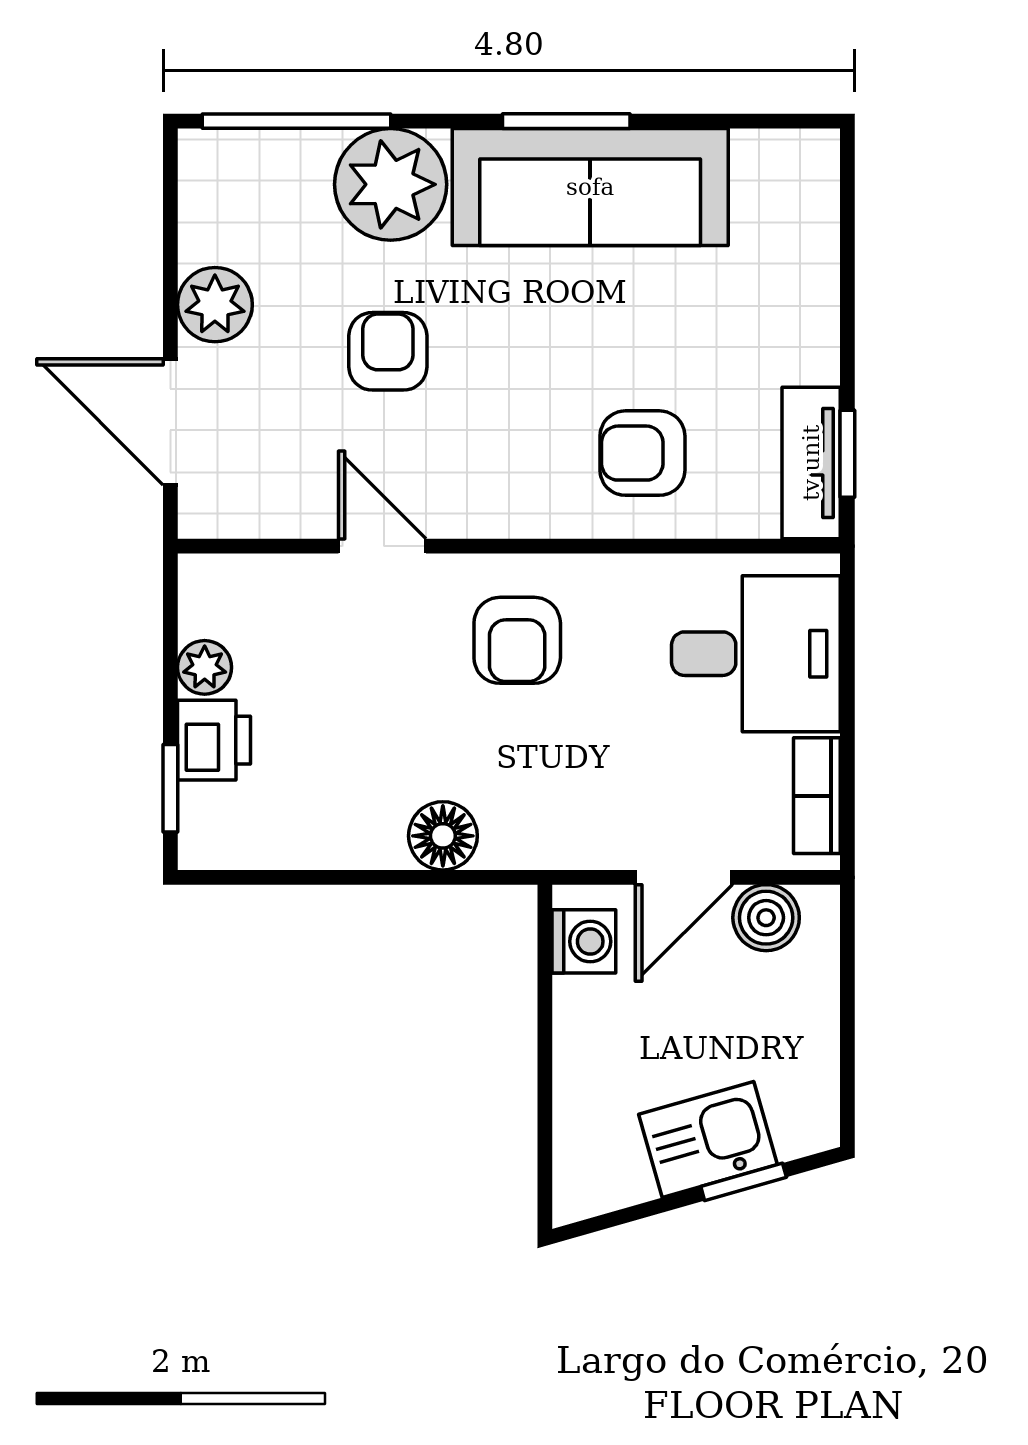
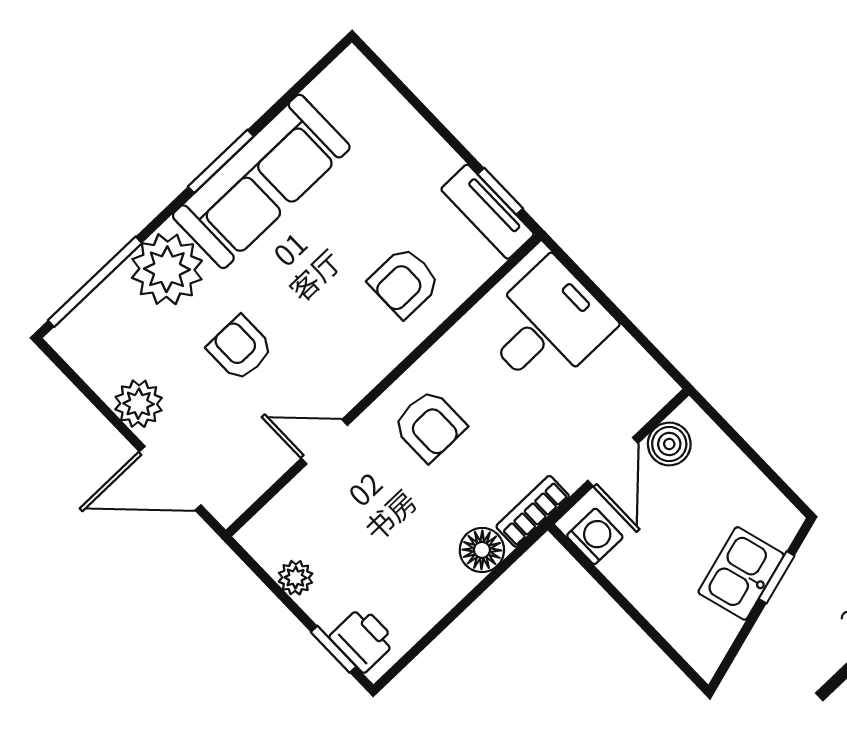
printer: (214, 740) -> (363, 639), moved
bookcase: (817, 796) -> (533, 511), moved, turned 90

